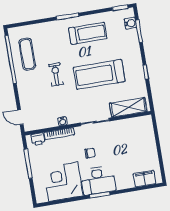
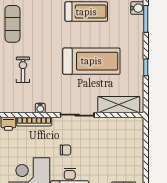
exercise bike: (56, 74) -> (23, 70), moved
treadmill: (99, 74) -> (91, 61), turned 180

